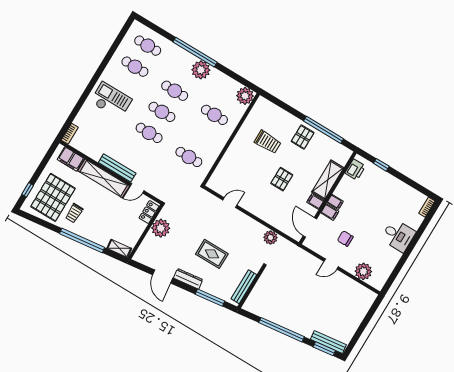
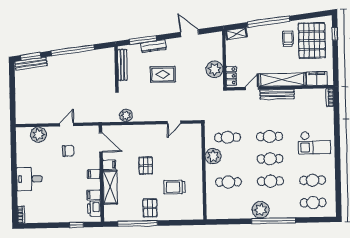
plant: (245, 96) -> (213, 156), moved
filing cabinet: (330, 212) -> (94, 195), moved
dresser: (188, 279) -> (153, 46), moved

